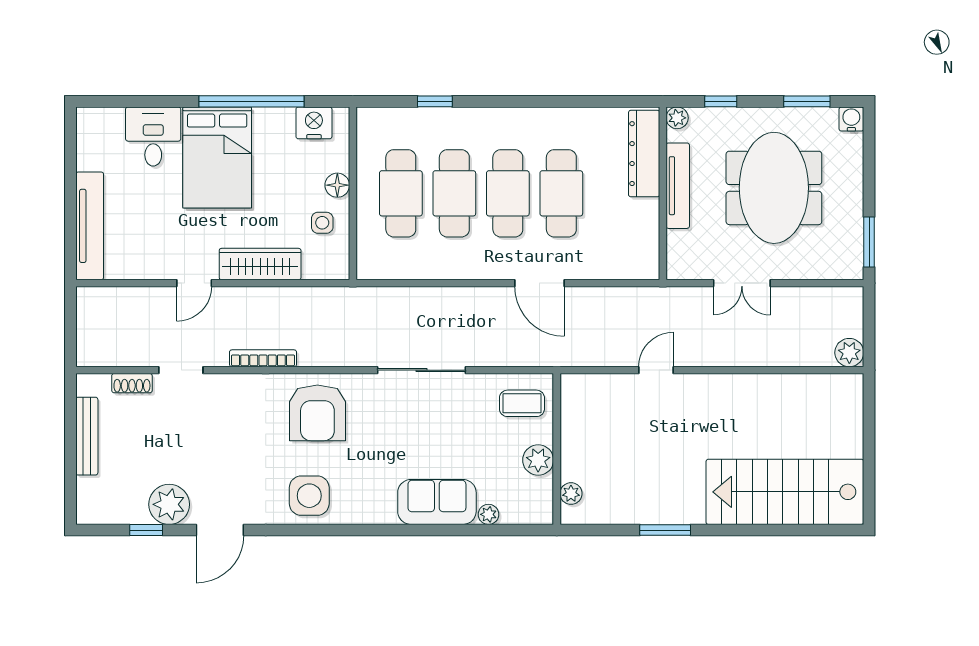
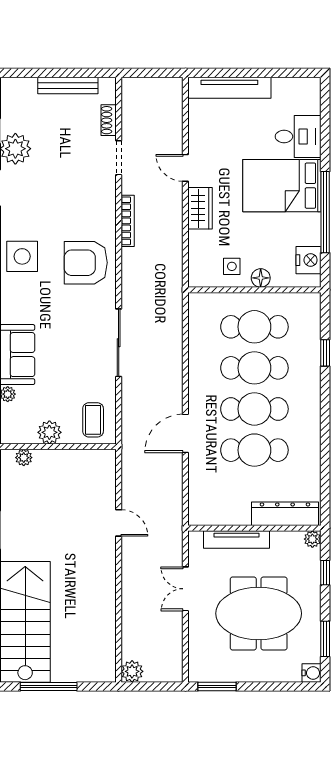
tv unit: (678, 186) -> (237, 540), moved
wardrobe: (260, 264) -> (200, 208), width x0.67
window: (869, 461) -> (49, 687), added

